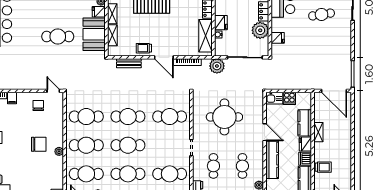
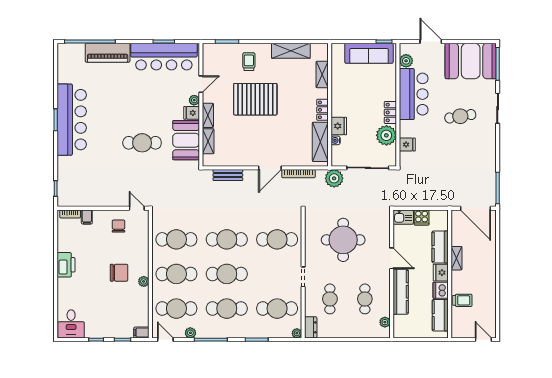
trolley: (144, 48) -> (246, 157), removed
door: (164, 57) -> (270, 168), hinge flipped

